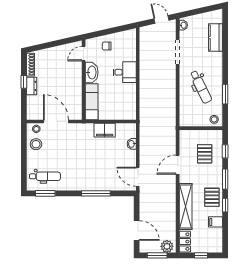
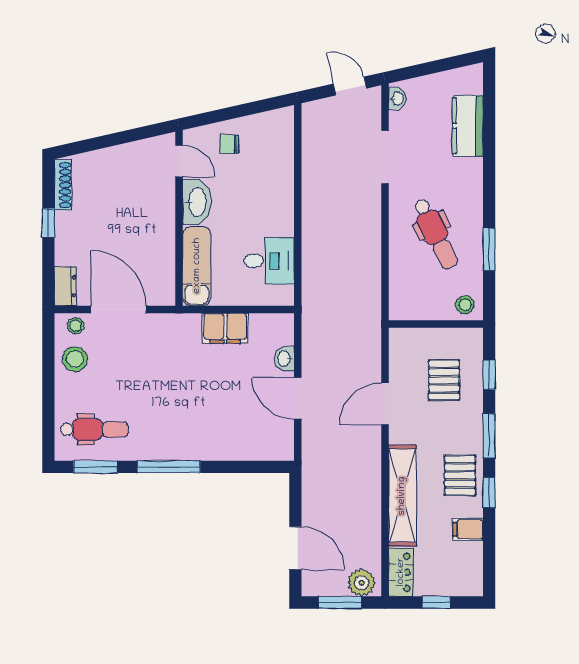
door: (84, 54) -> (179, 161), swing flipped
desk: (125, 72) -> (269, 261), moved
dresser: (32, 86) -> (65, 286), moved
door: (138, 177) -> (298, 398), moved
window: (96, 193) -> (169, 467), moved

